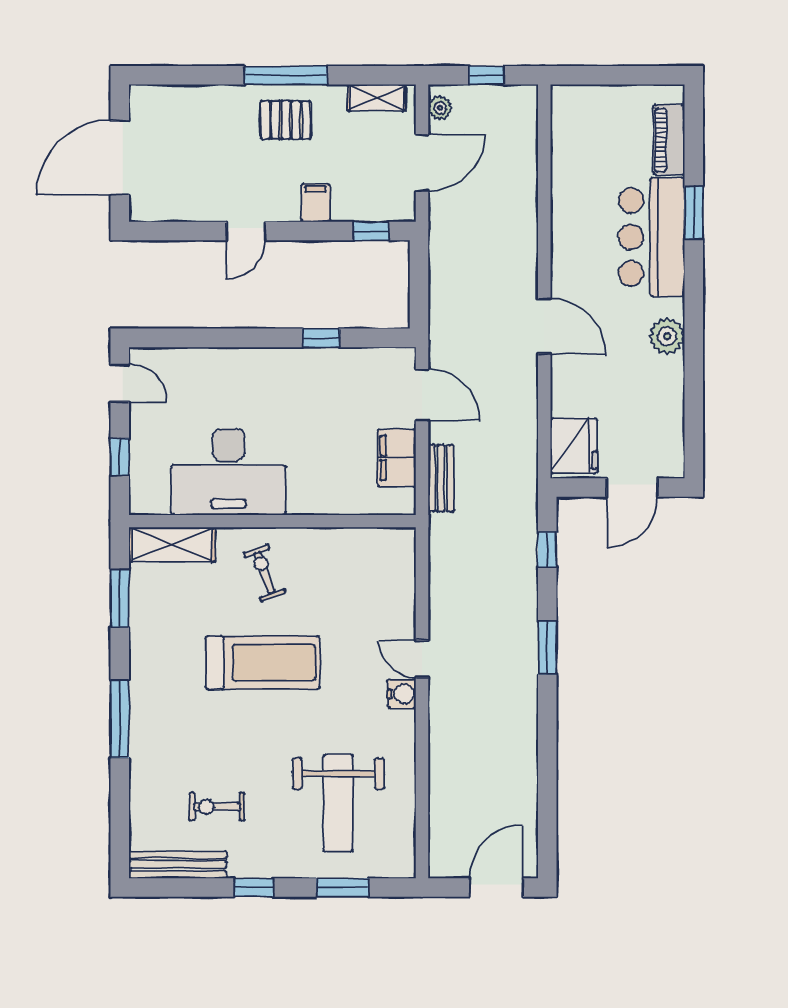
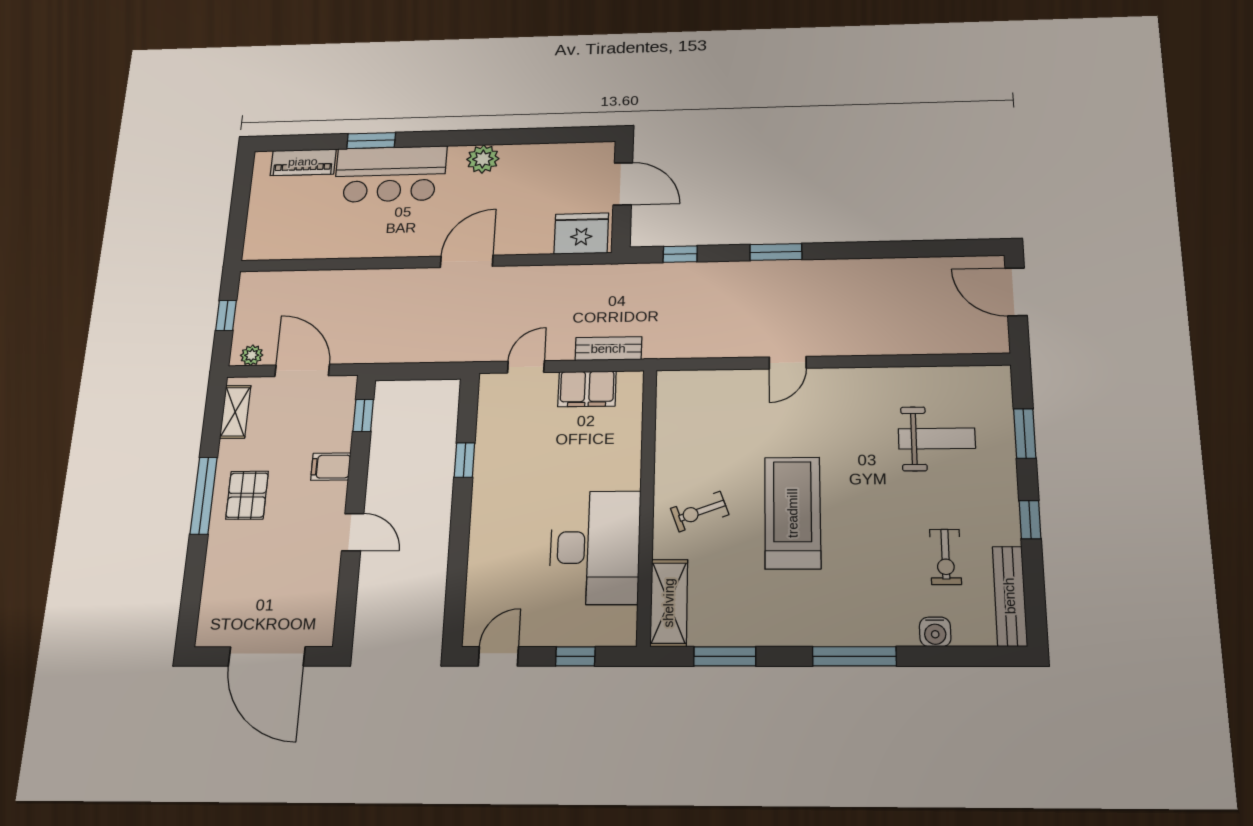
door: (422, 395) -> (526, 367), width x0.73
water cooler: (402, 694) -> (935, 632), moved, turned 180
weight bench: (338, 803) -> (937, 439), width x0.73, depth x0.75

